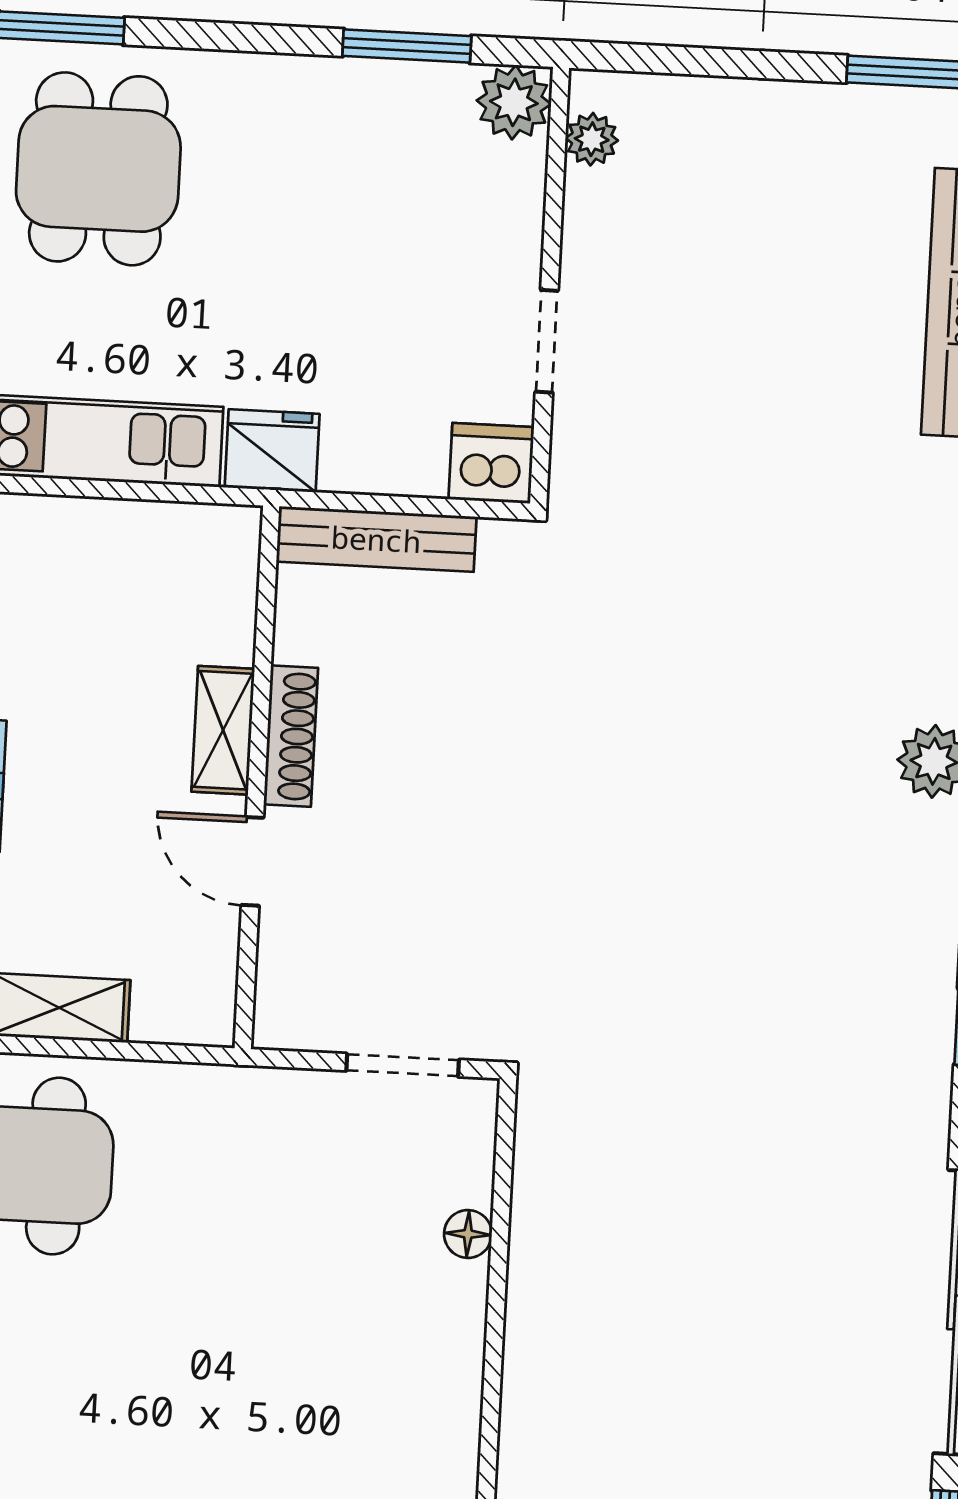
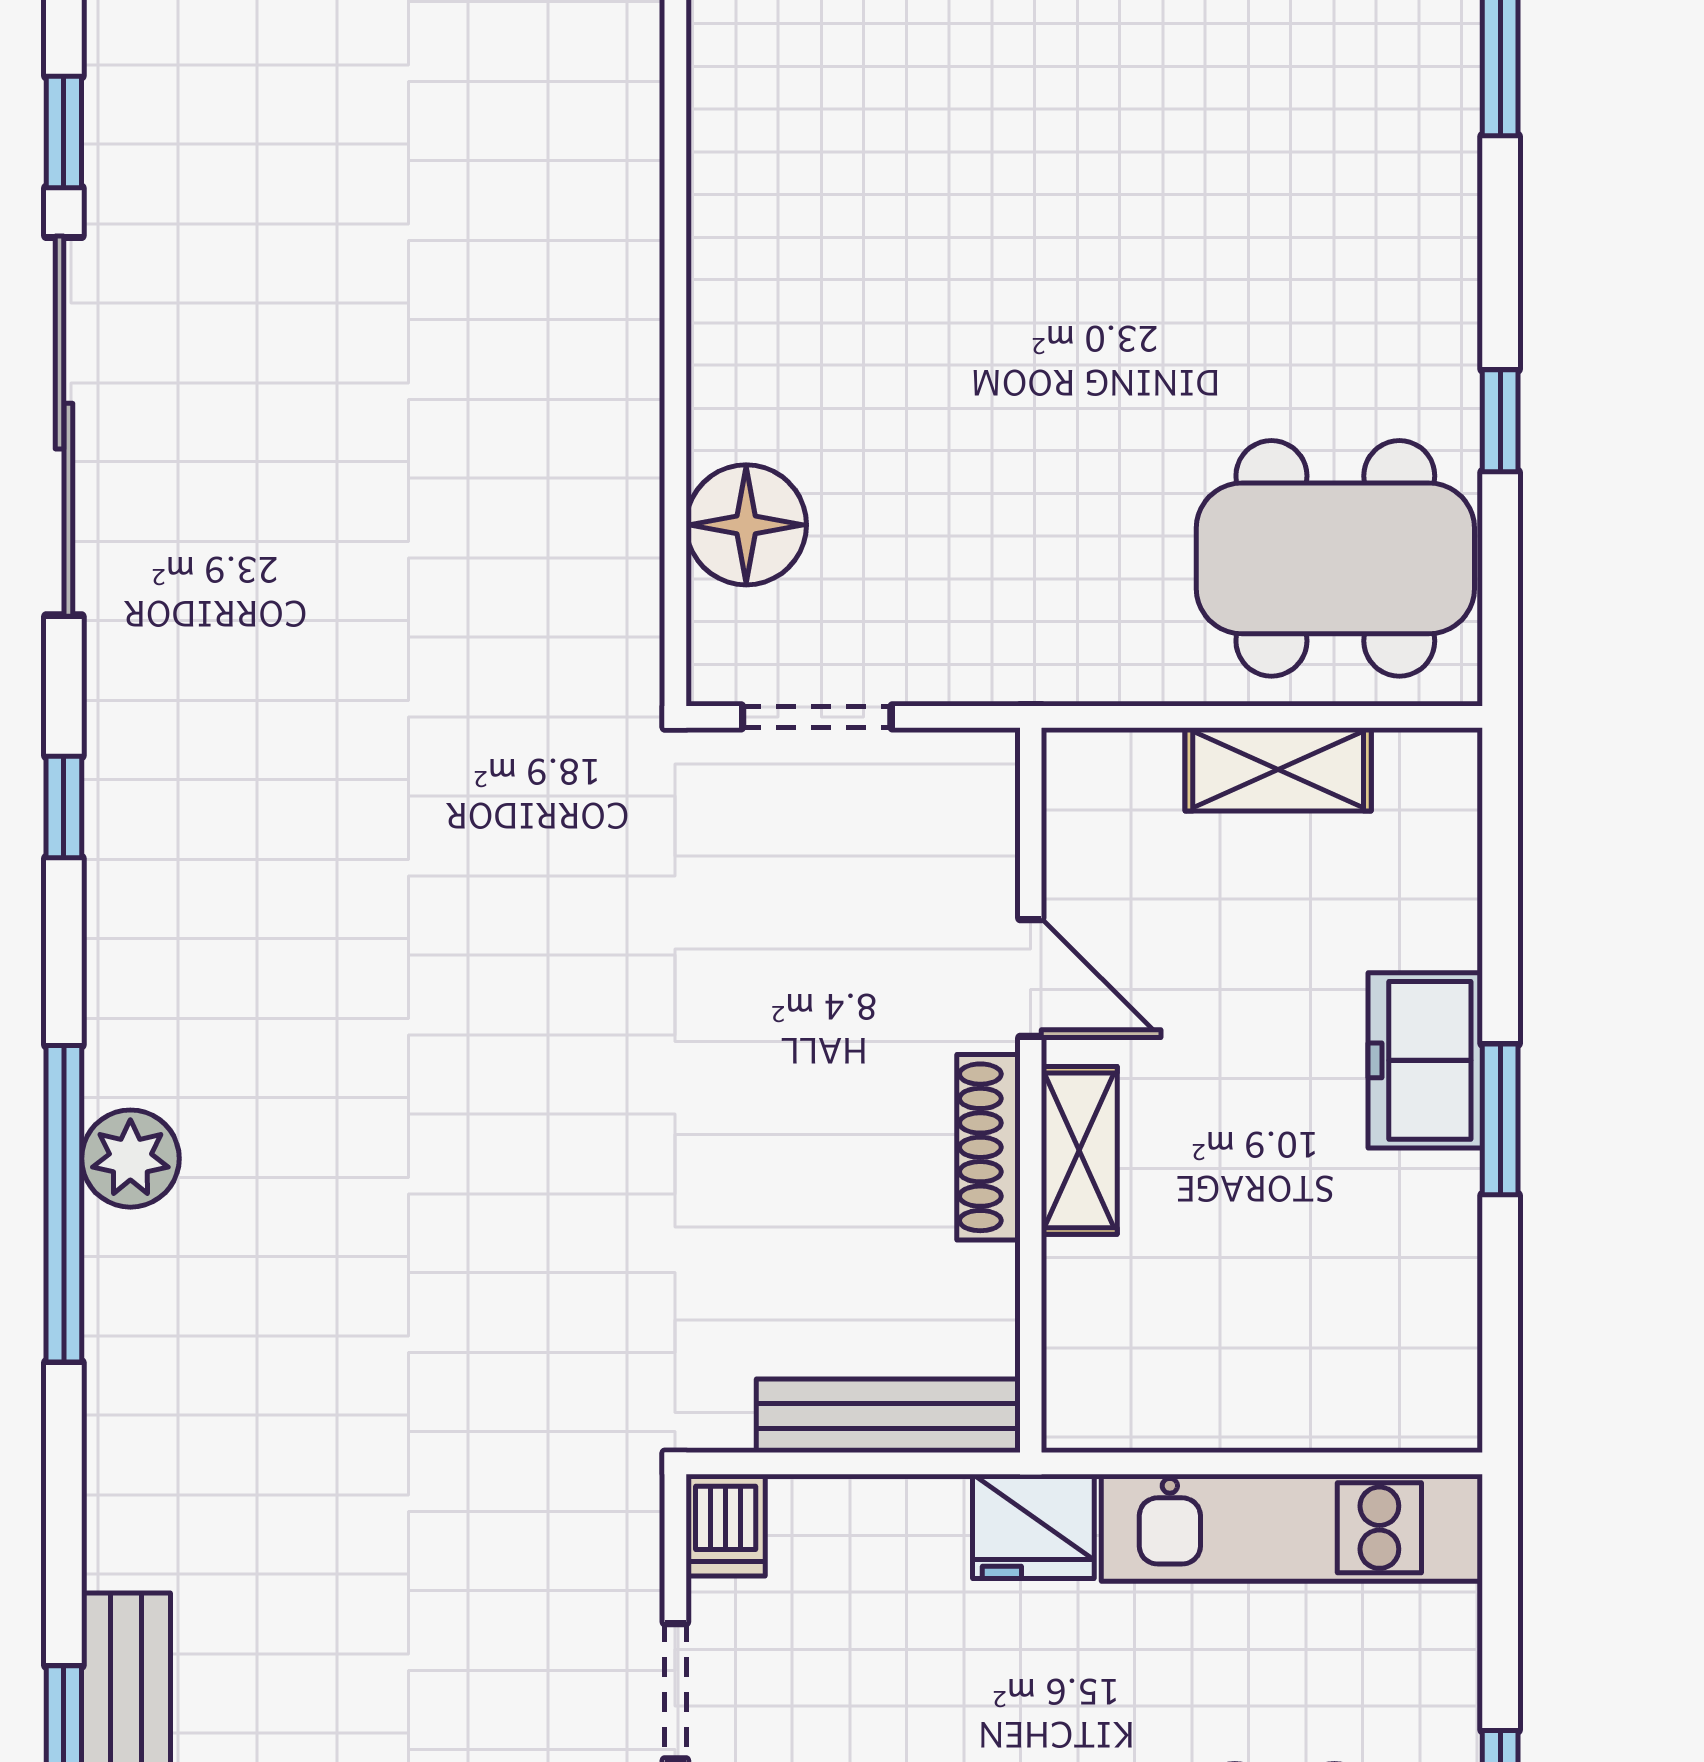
dishwasher: (491, 463) -> (726, 1525), width x0.73
floor lamp: (468, 1234) -> (746, 525), width x1.89, depth x1.89

